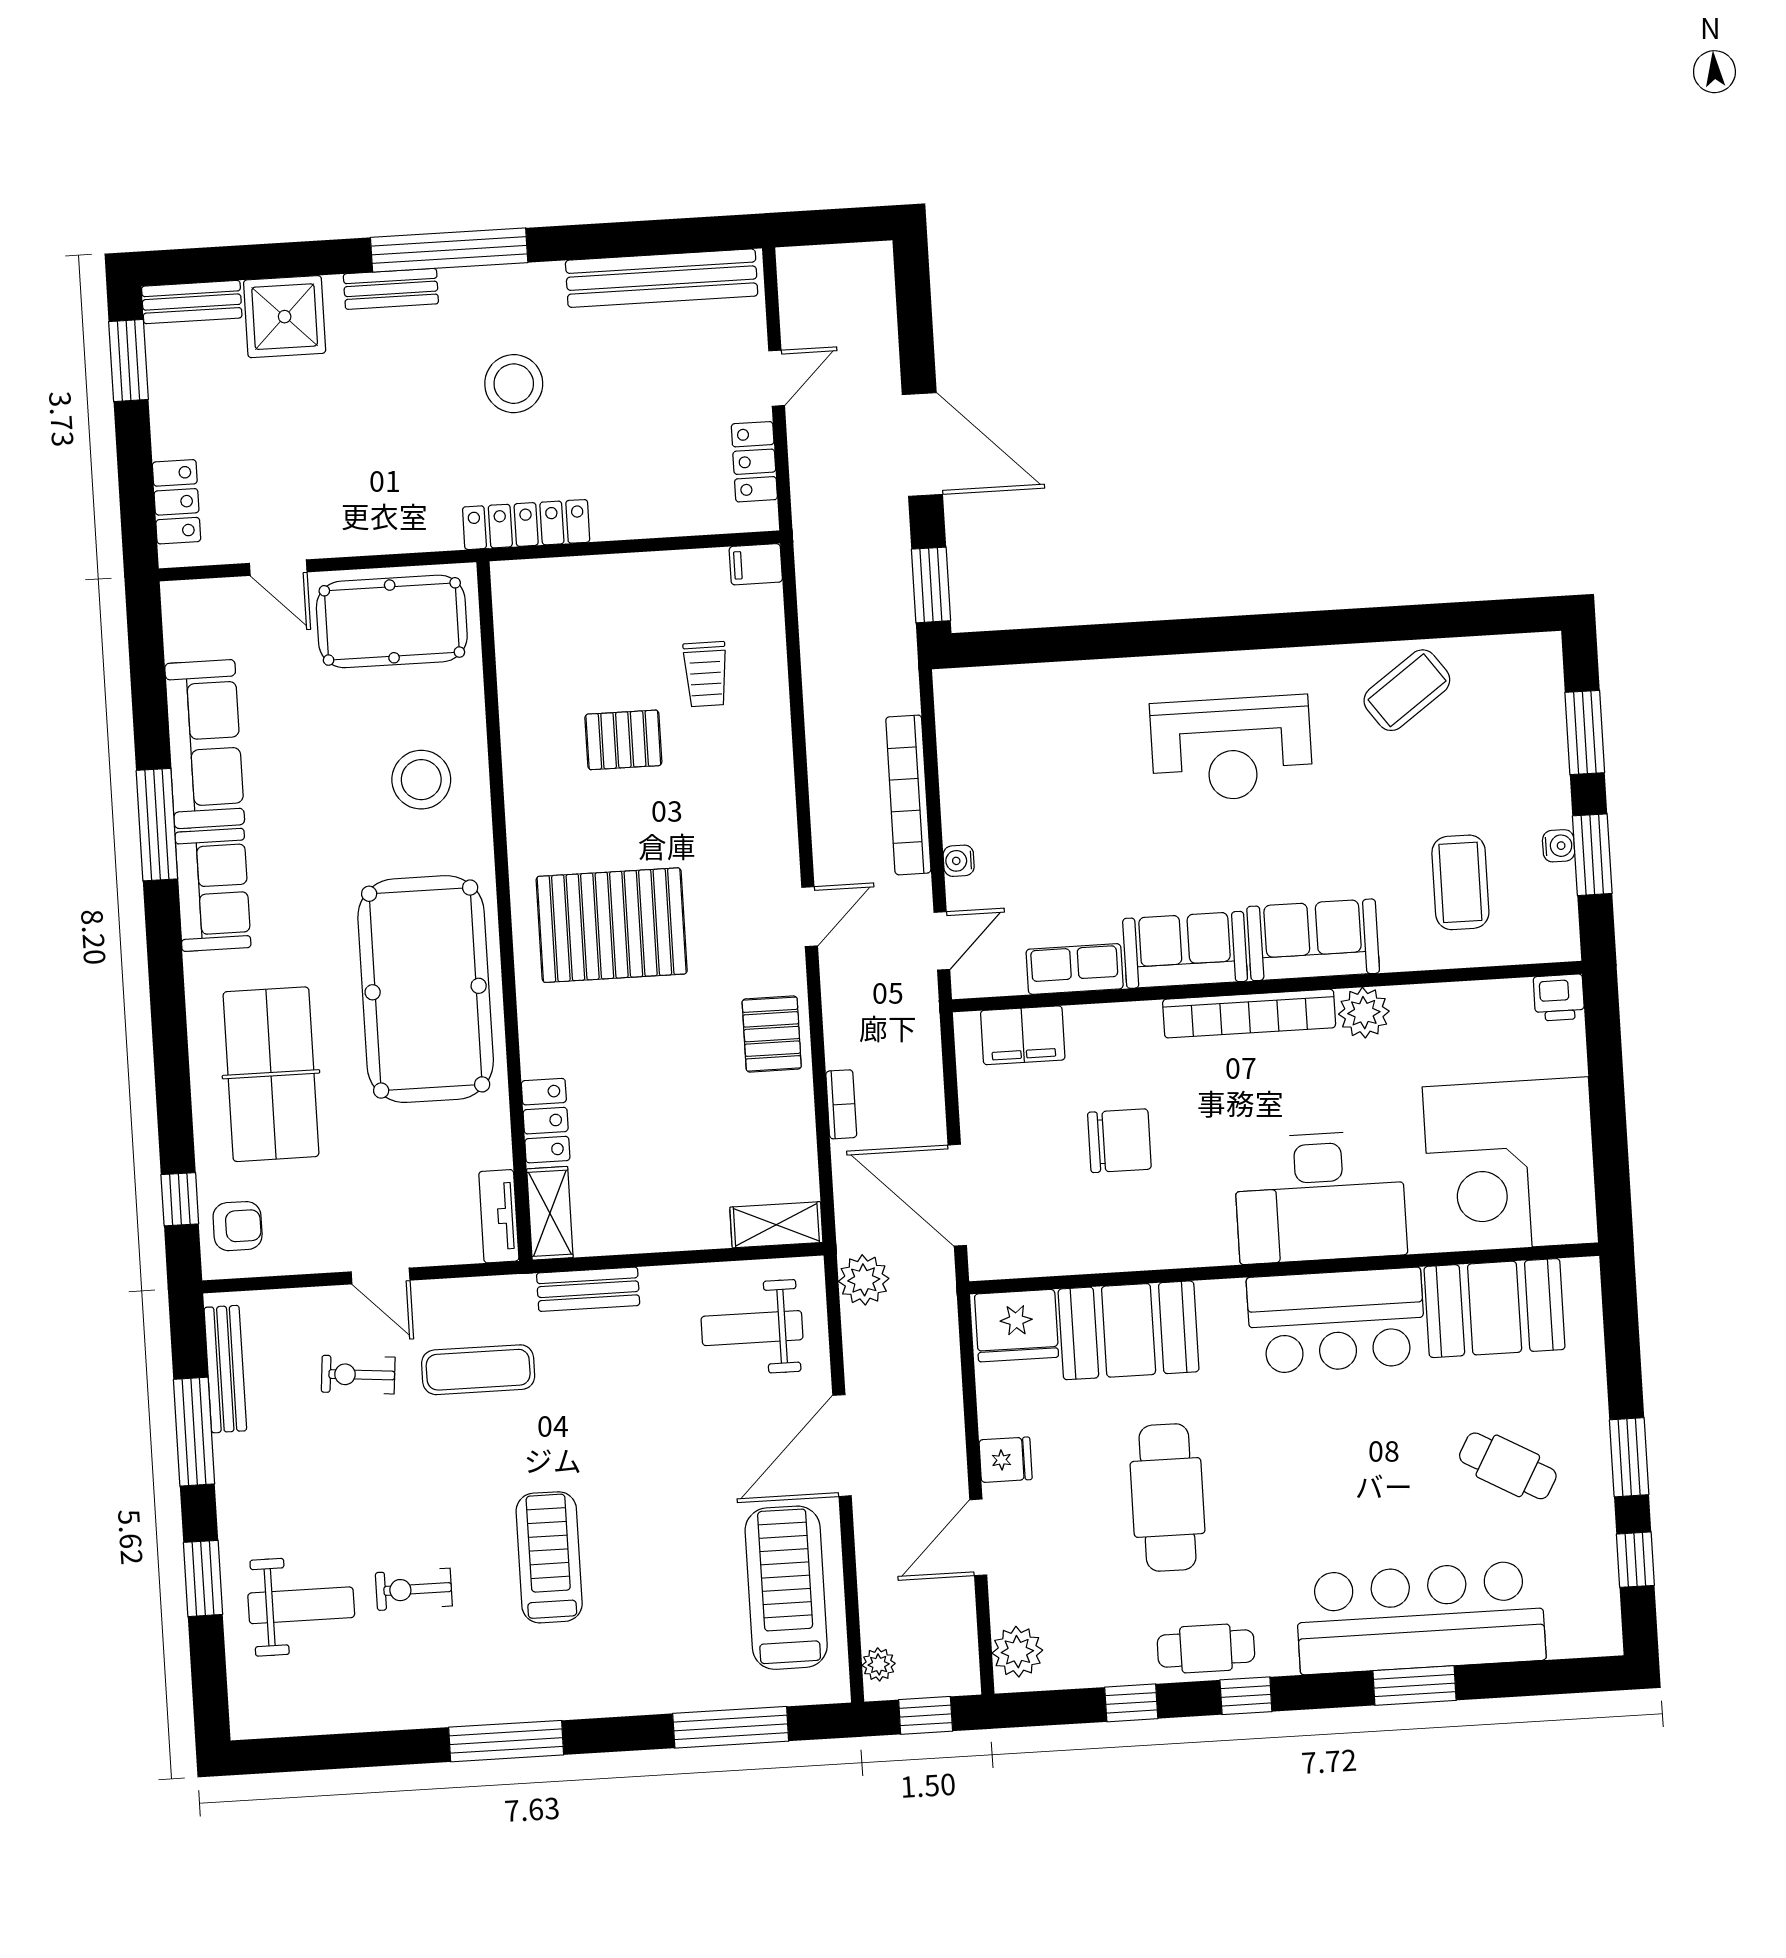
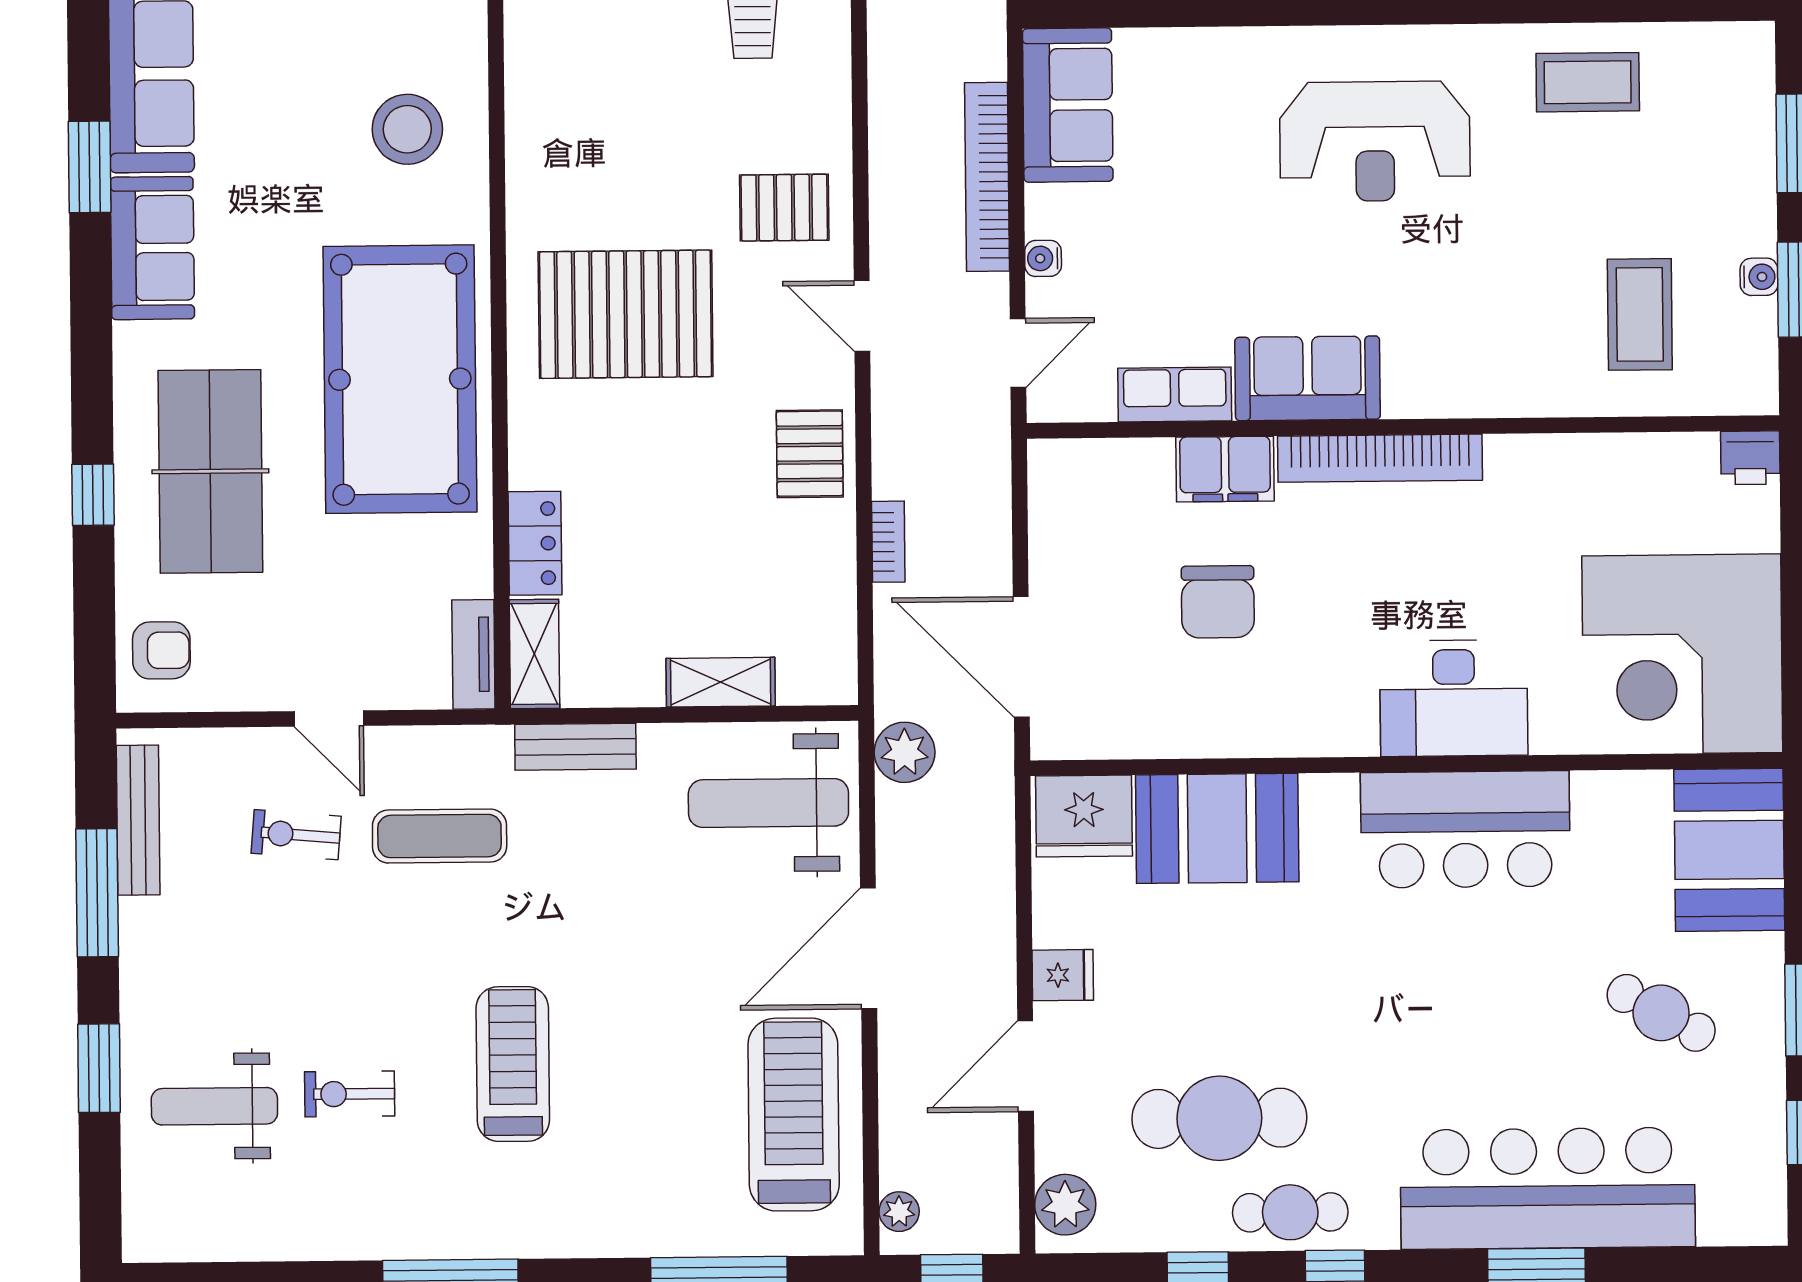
coffee table: (1407, 690) -> (1588, 82), turned 36
pallet: (623, 740) -> (784, 208), moved
window: (157, 825) -> (90, 167), width x0.69
door: (810, 917) -> (862, 316), swing flipped
sofa: (1313, 940) -> (1068, 105), moved, turned 90
plant: (1364, 1013) -> (1517, 464), removed
filing cabinet: (1023, 1035) -> (1225, 469), moved
chair: (1119, 1141) -> (1218, 602), turned 90
desk: (1320, 1197) -> (1454, 698), width x0.73, depth x0.77
window: (180, 1199) -> (93, 495), moved
shelving: (776, 1225) -> (721, 682), moved
booth: (1495, 1308) -> (1729, 850), moved, turned 90
weight bench: (752, 1328) -> (768, 803), width x1.36, depth x1.33
cafe table: (1168, 1498) -> (1219, 1118), moved, turned 90
weight bench: (301, 1605) -> (214, 1106), turned 180

